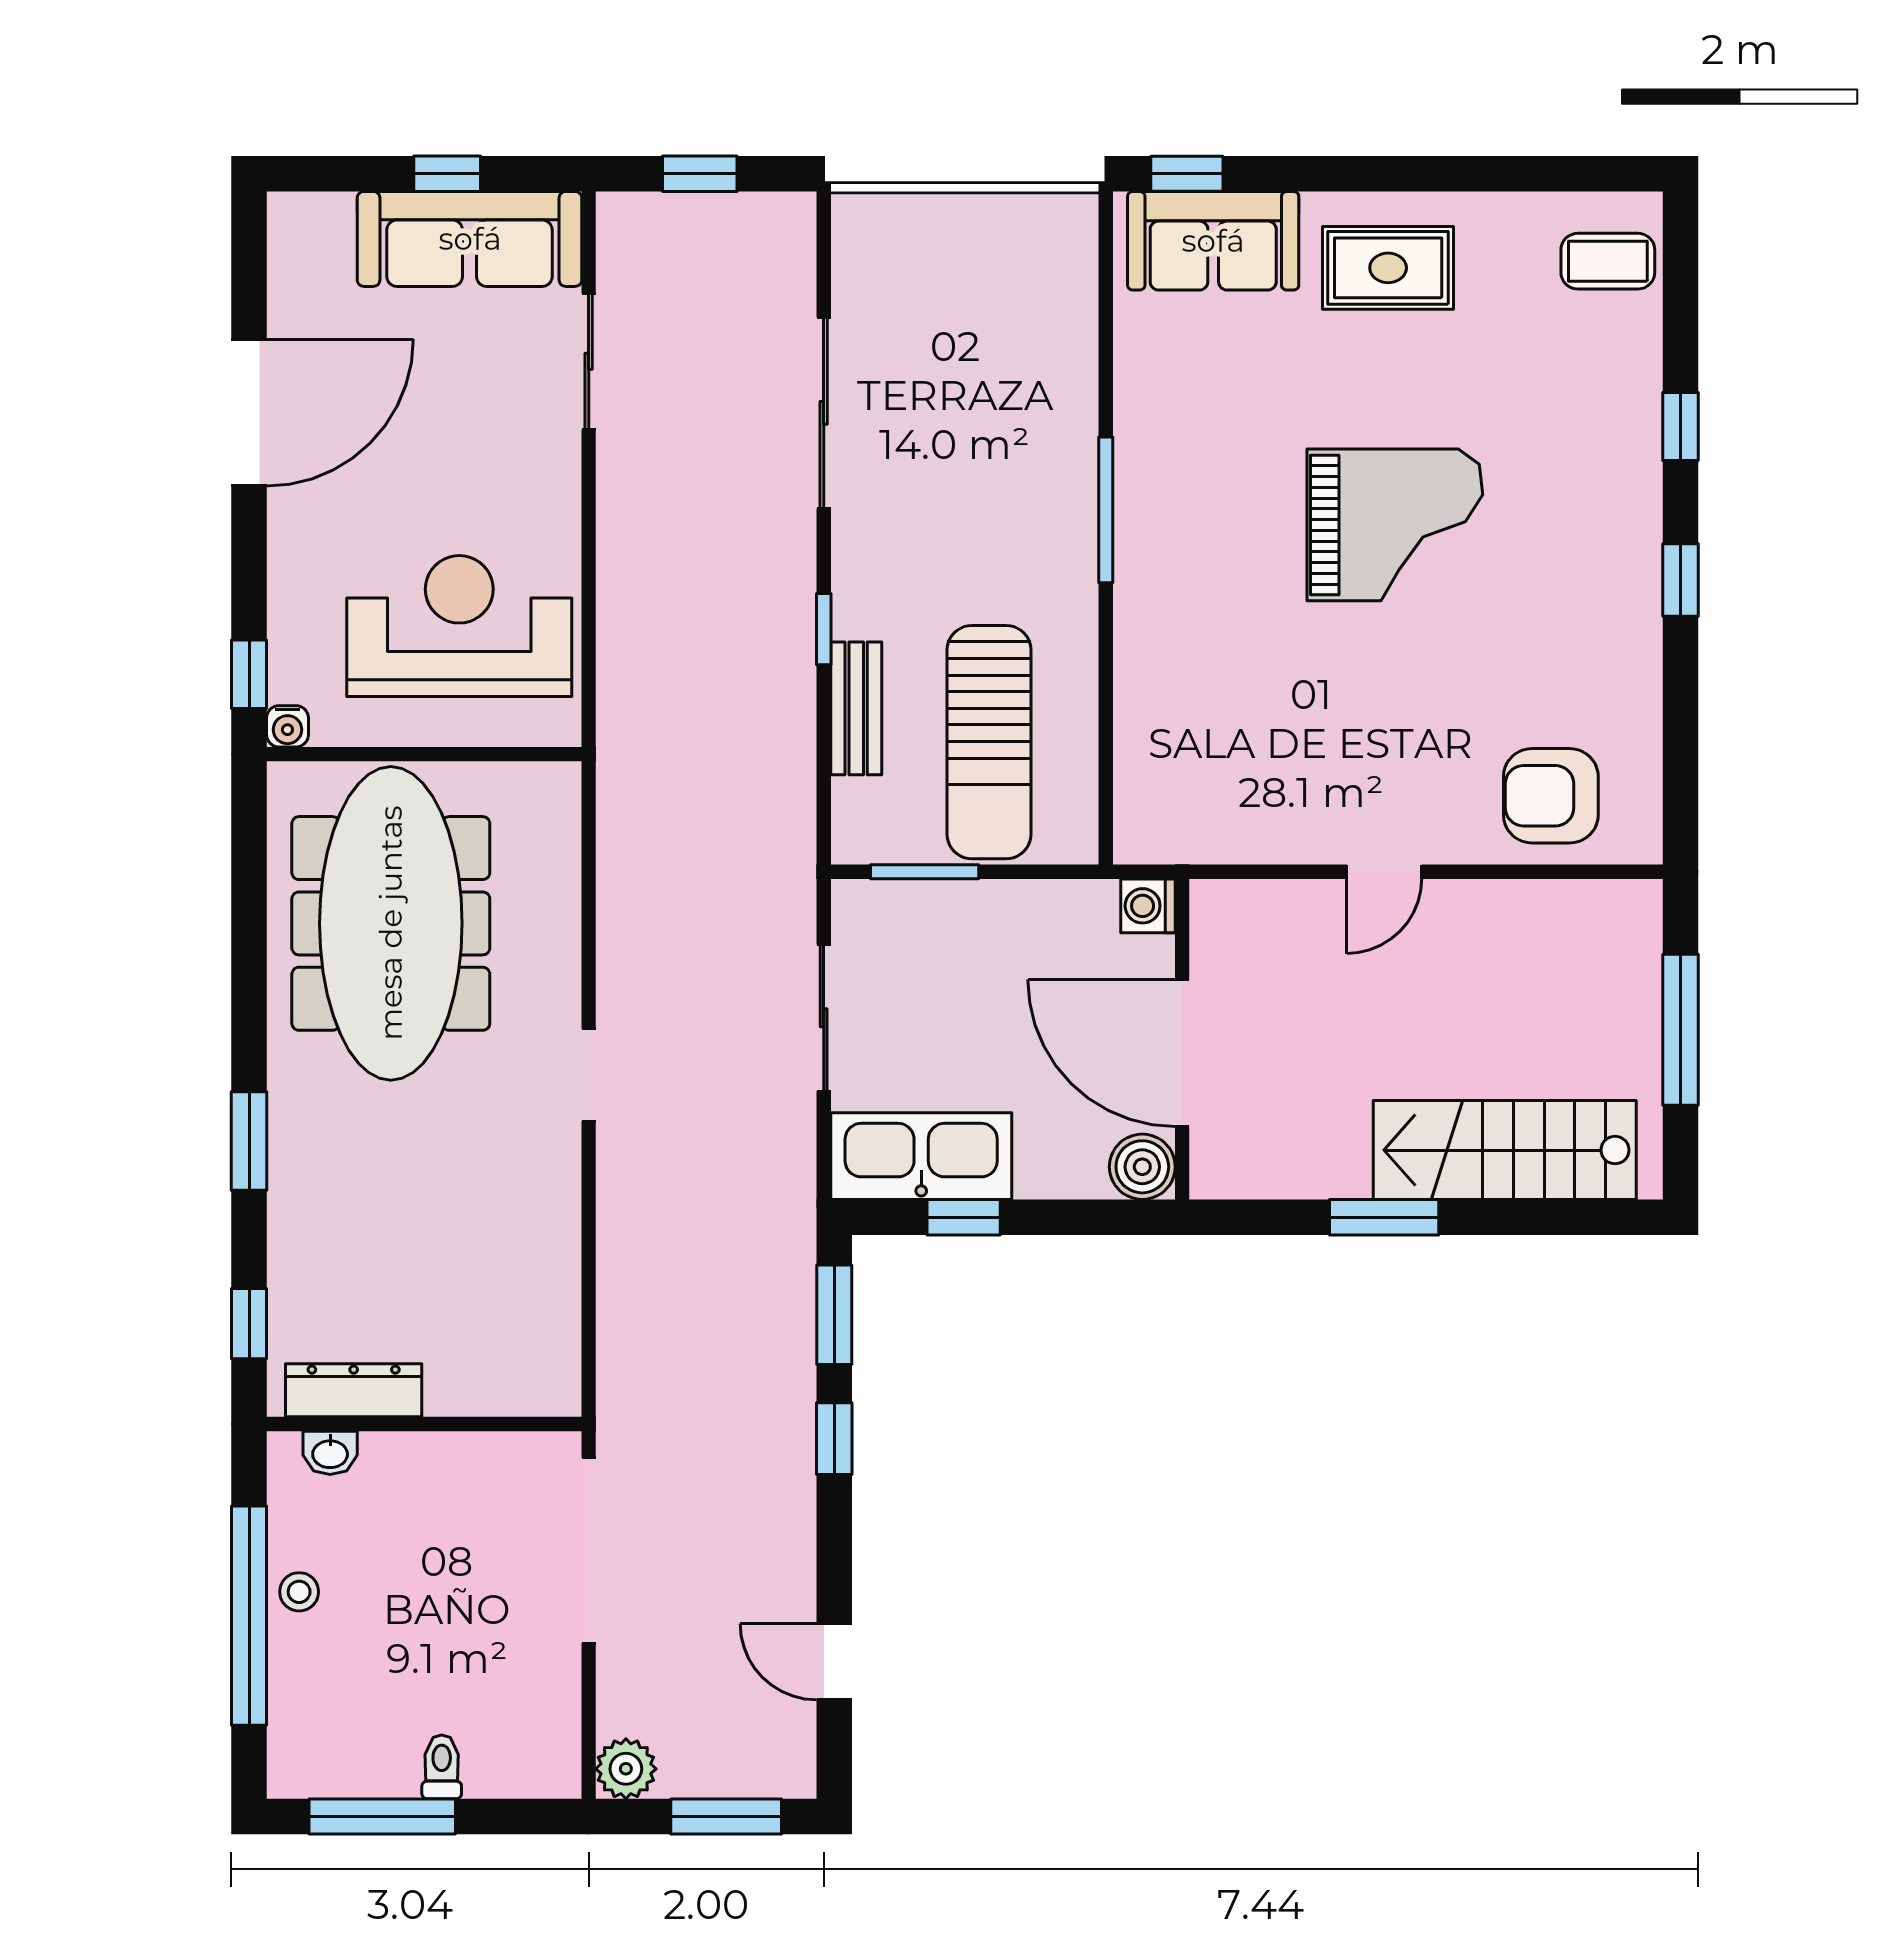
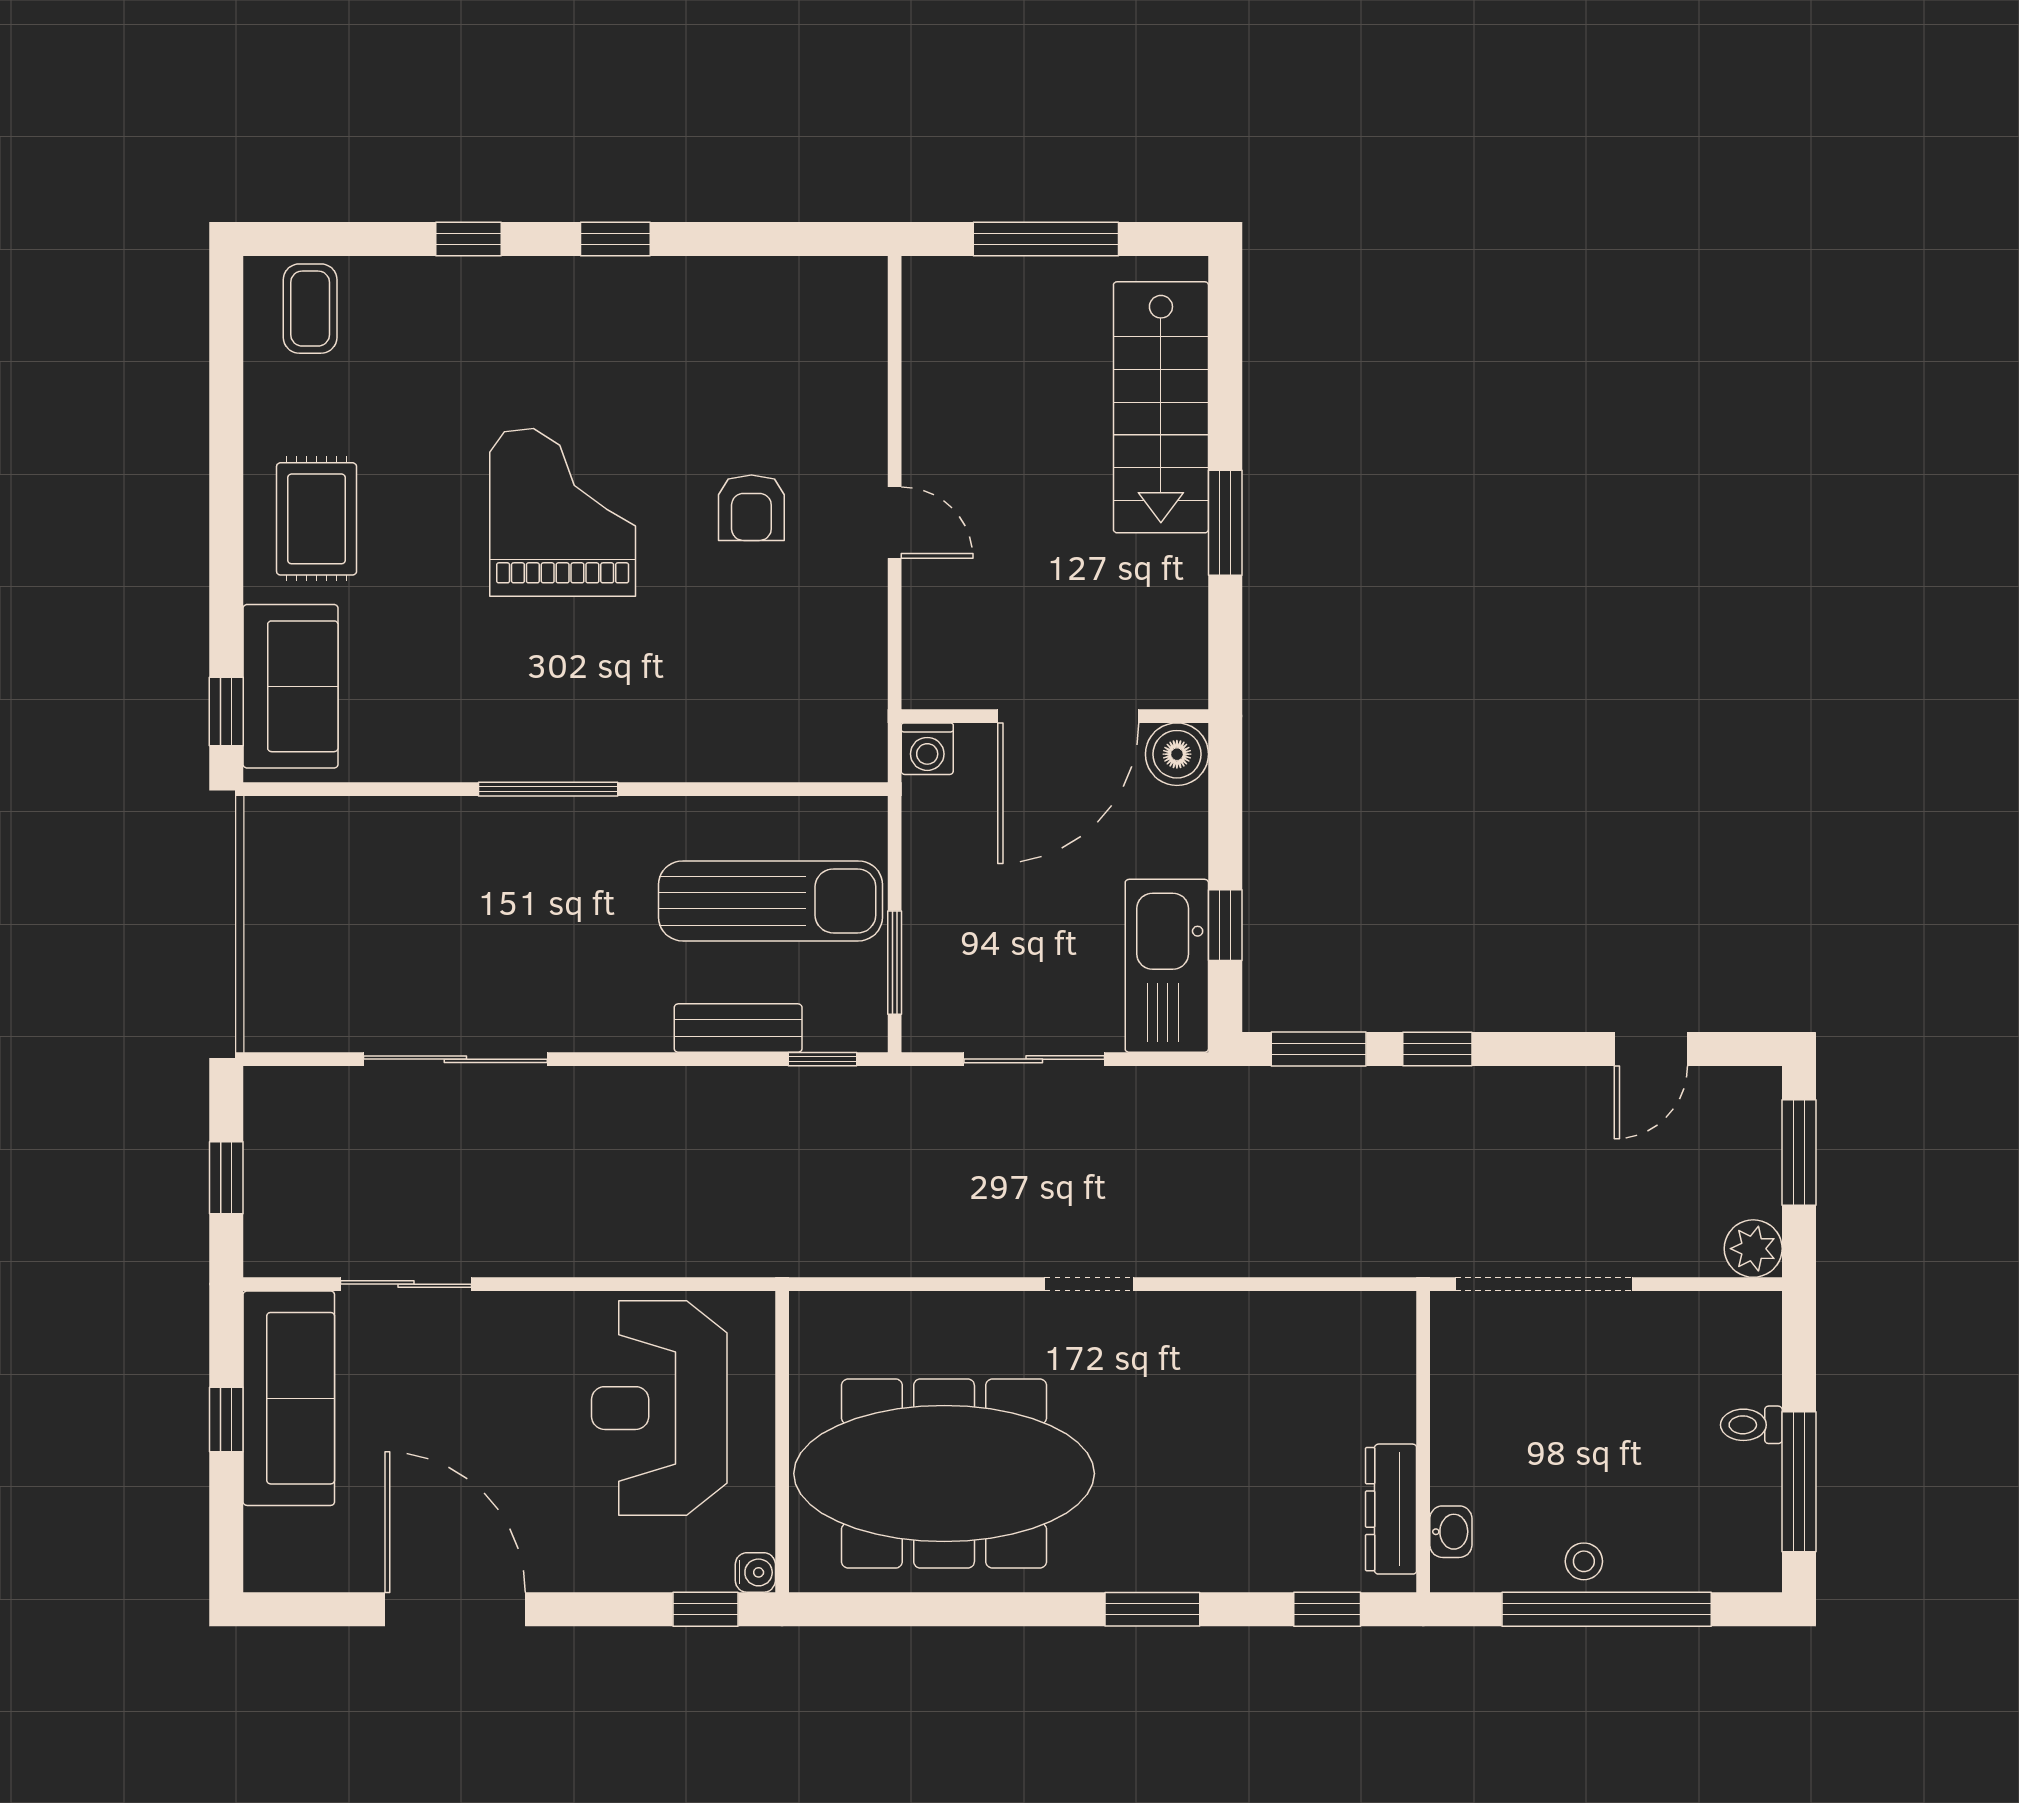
window: (824, 629) -> (823, 1059), moved
armchair: (1551, 796) -> (751, 508), moved, width x0.72, depth x0.72

